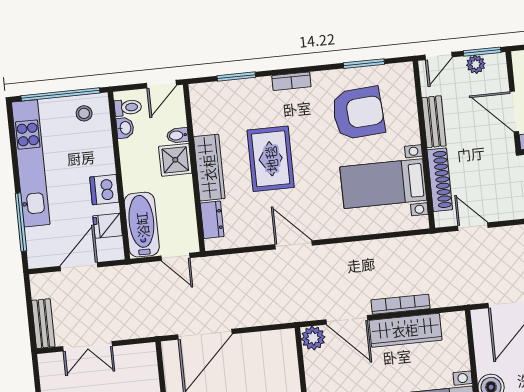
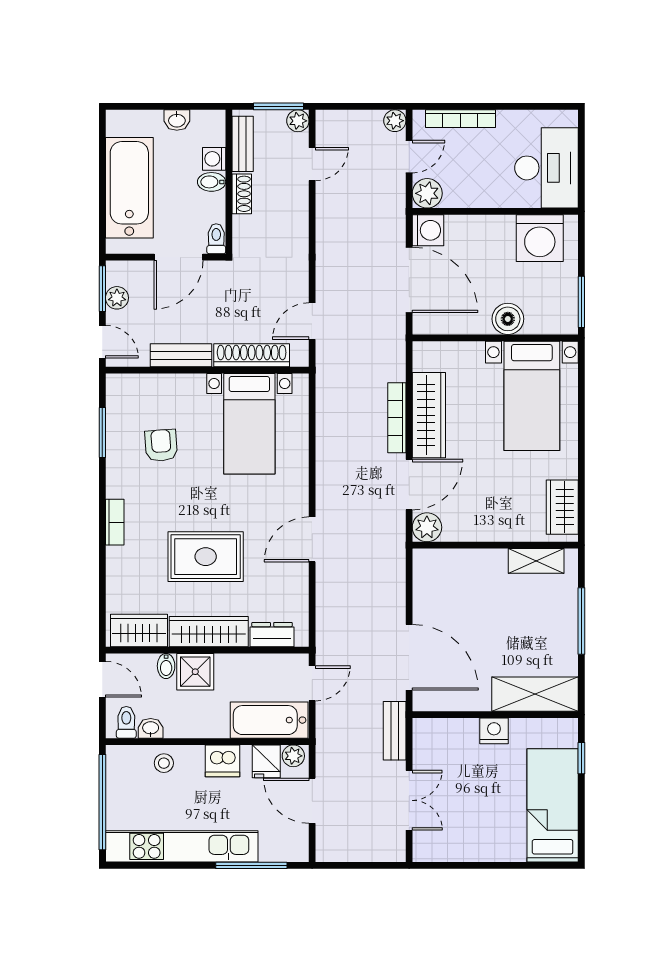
window: (236, 77) -> (102, 588), removed
wardrobe: (204, 110) -> (139, 630), added
stool: (84, 113) -> (164, 763), moved
armchair: (358, 113) -> (161, 445), width x0.53, depth x0.53
plant: (114, 247) -> (293, 756), added
bench: (43, 324) -> (395, 731), moved, turned 90

